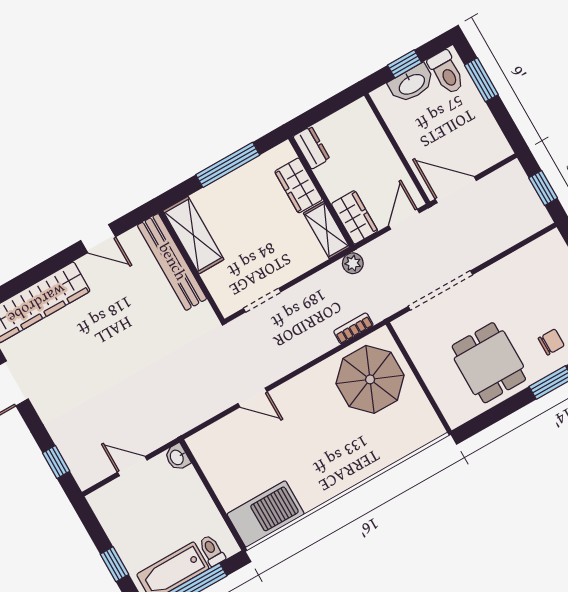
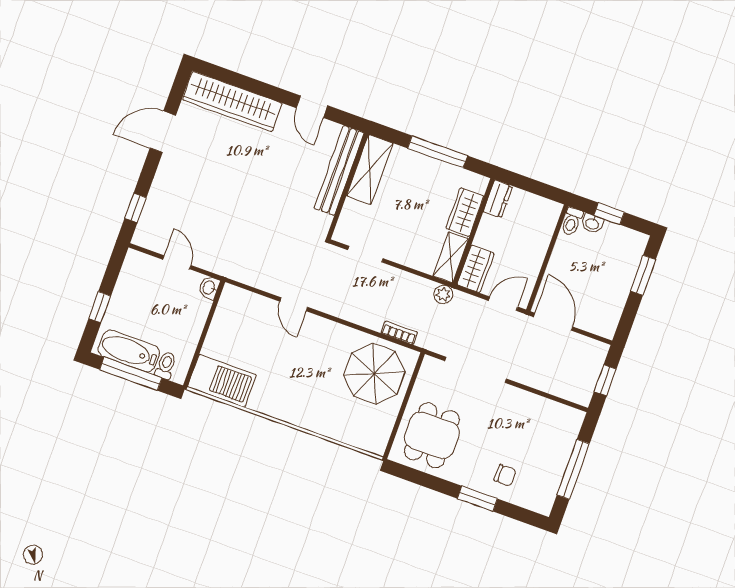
toilet: (446, 72) -> (572, 222), moved, width x0.73, depth x0.72
washbasin: (411, 84) -> (592, 223), width x0.52, depth x0.69
dining table: (489, 363) -> (432, 435), moved

